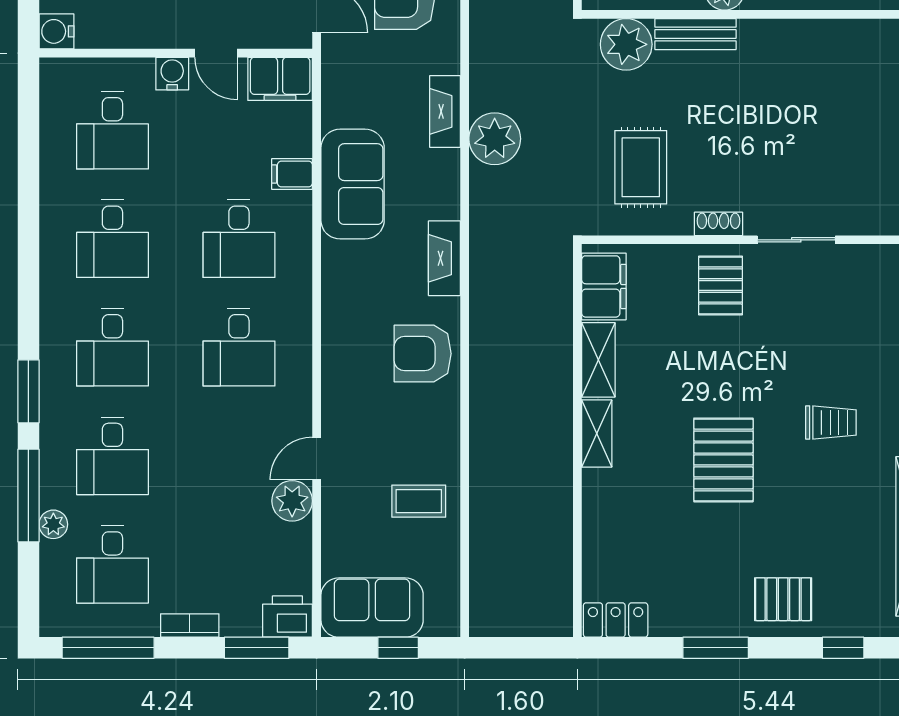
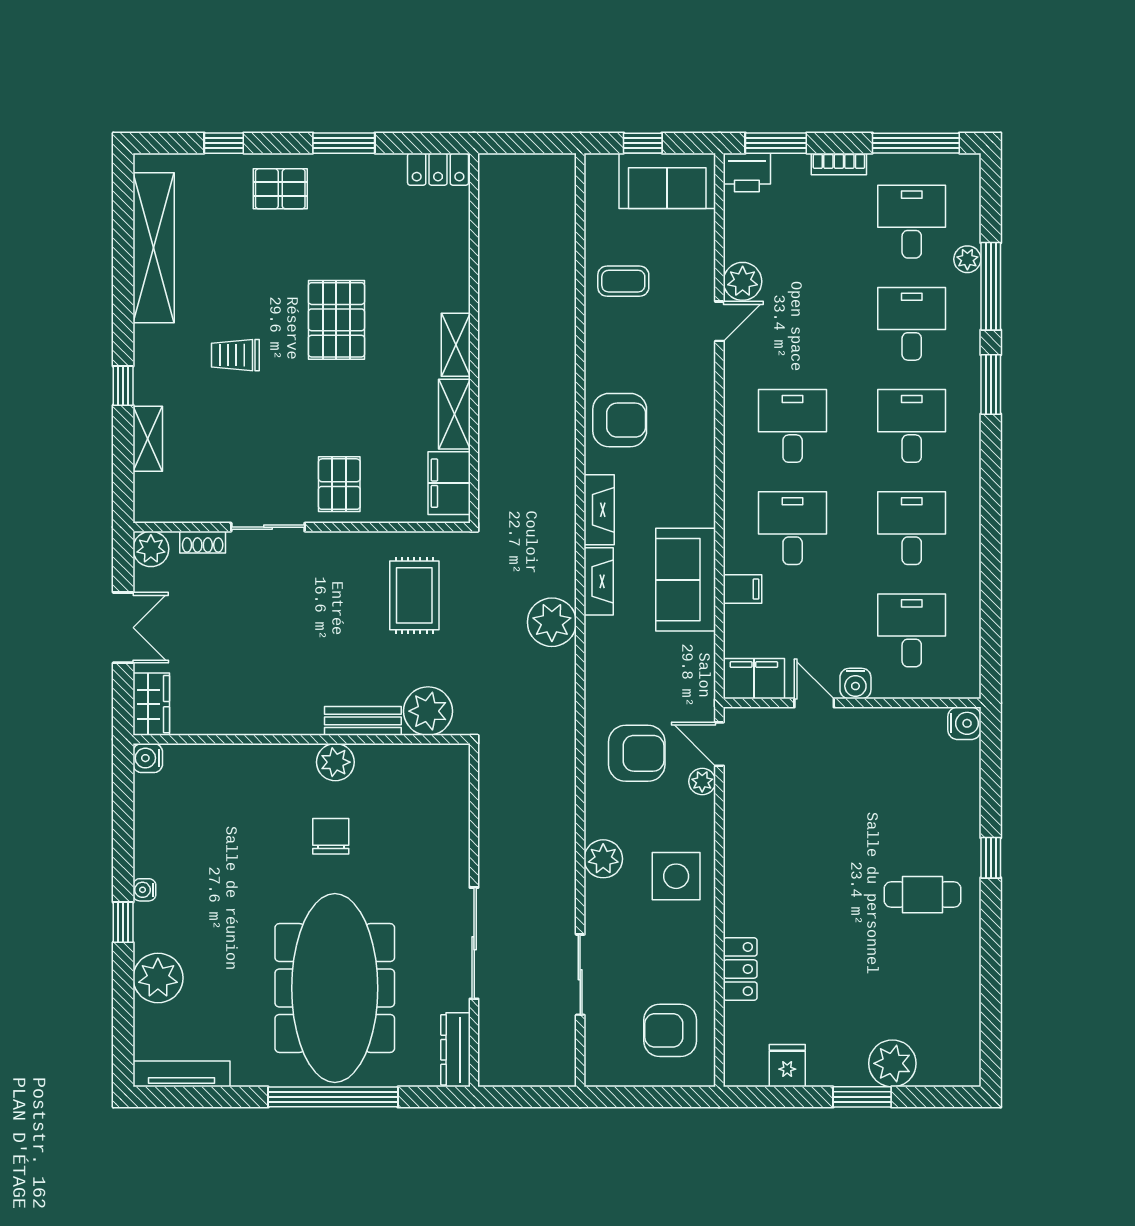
fireplace: (445, 111) -> (599, 581), moved
shoe rack: (719, 224) -> (203, 542), moved

